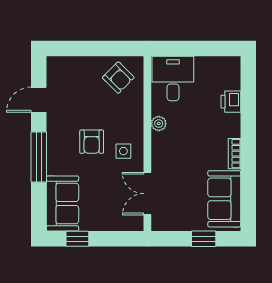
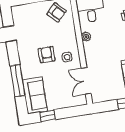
armchair: (92, 142) -> (47, 55), turned 180
window: (39, 157) -> (17, 81), moved

